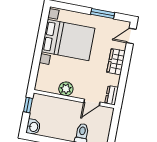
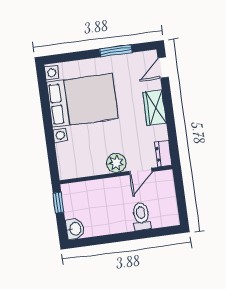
plant: (66, 89) -> (116, 163), moved

